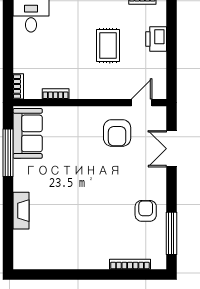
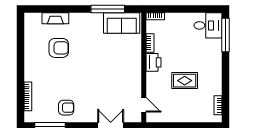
printer: (156, 39) -> (154, 62), moved, turned 90
armchair: (117, 133) -> (59, 48), moved, turned 180
fireplace: (21, 211) -> (55, 18), moved

